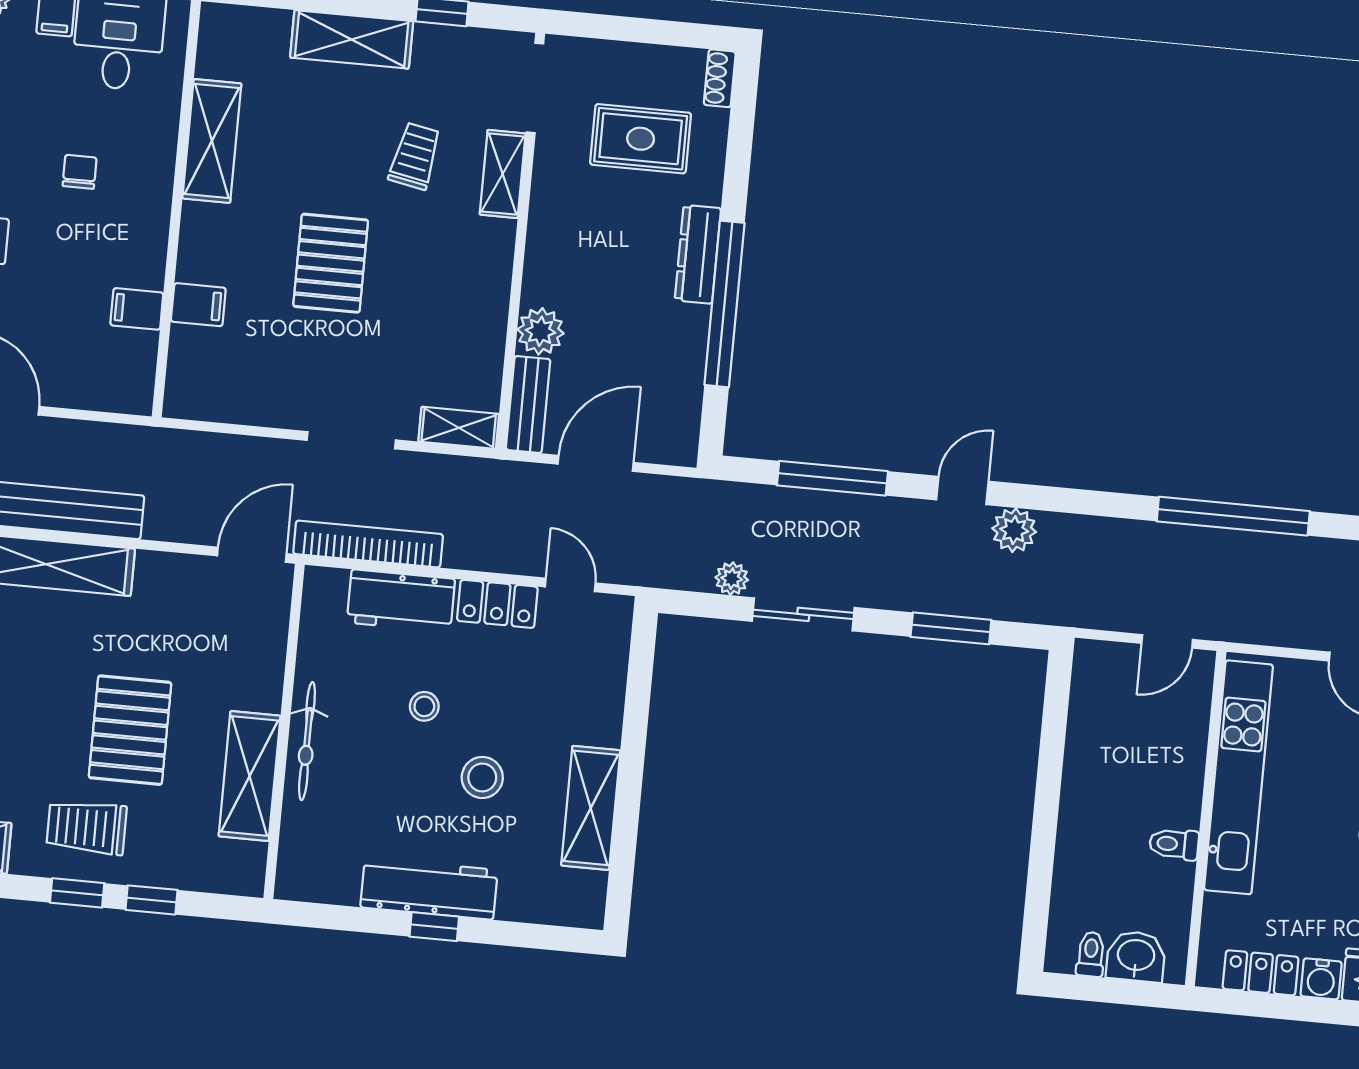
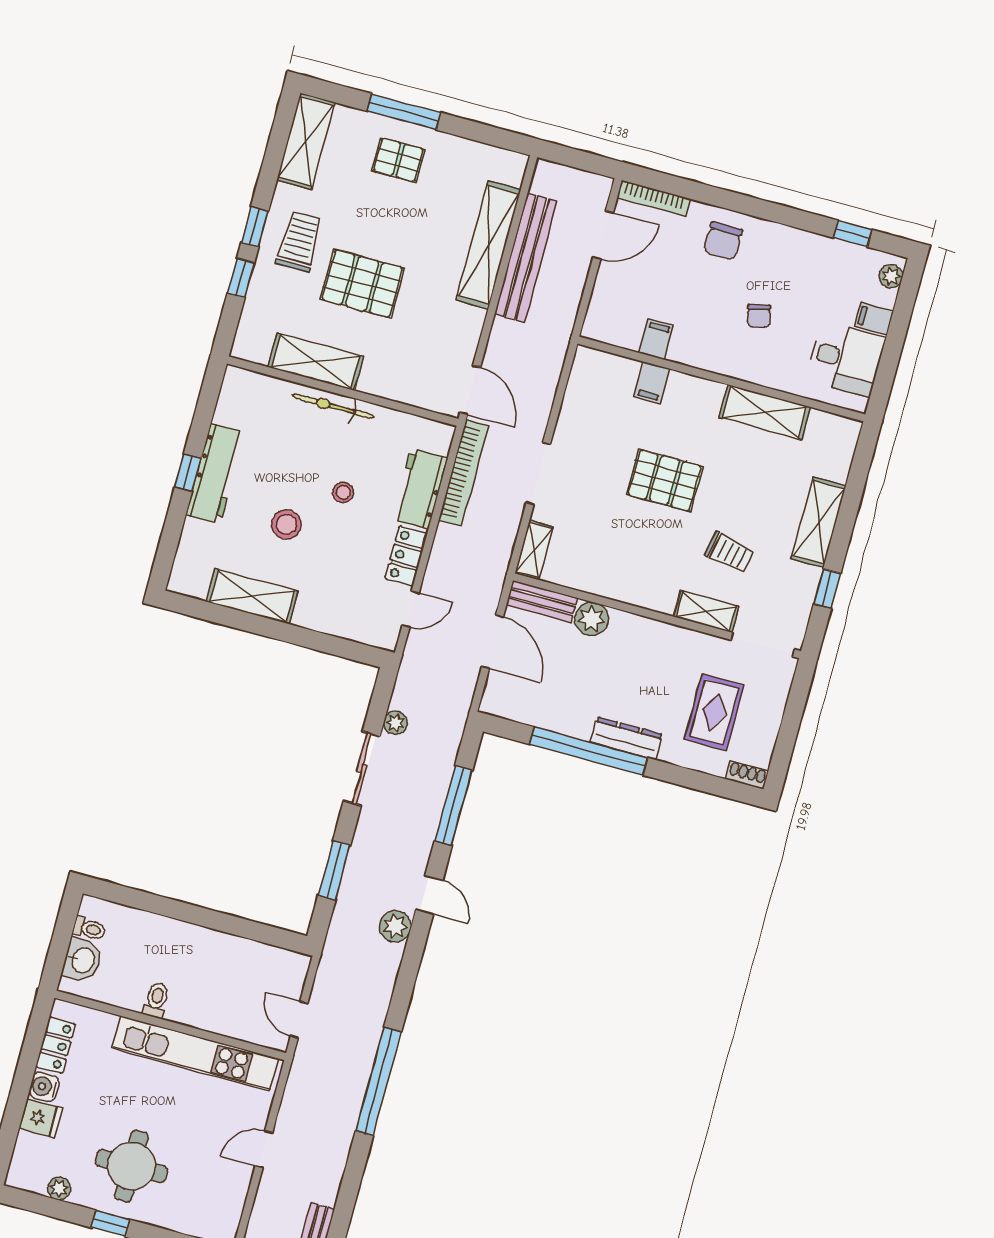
chair: (80, 172) -> (759, 316), turned 76

